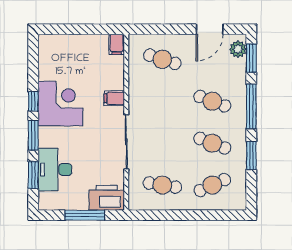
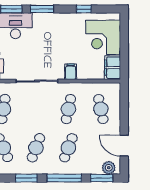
filing cabinet: (117, 44) -> (113, 68), width x2.00
cafe table: (162, 59) -> (101, 109), turned -30
window: (33, 101) -> (84, 9), moved
cafe table: (162, 101) -> (68, 109), added
corner desk: (60, 103) -> (103, 37), moved, turned 90

